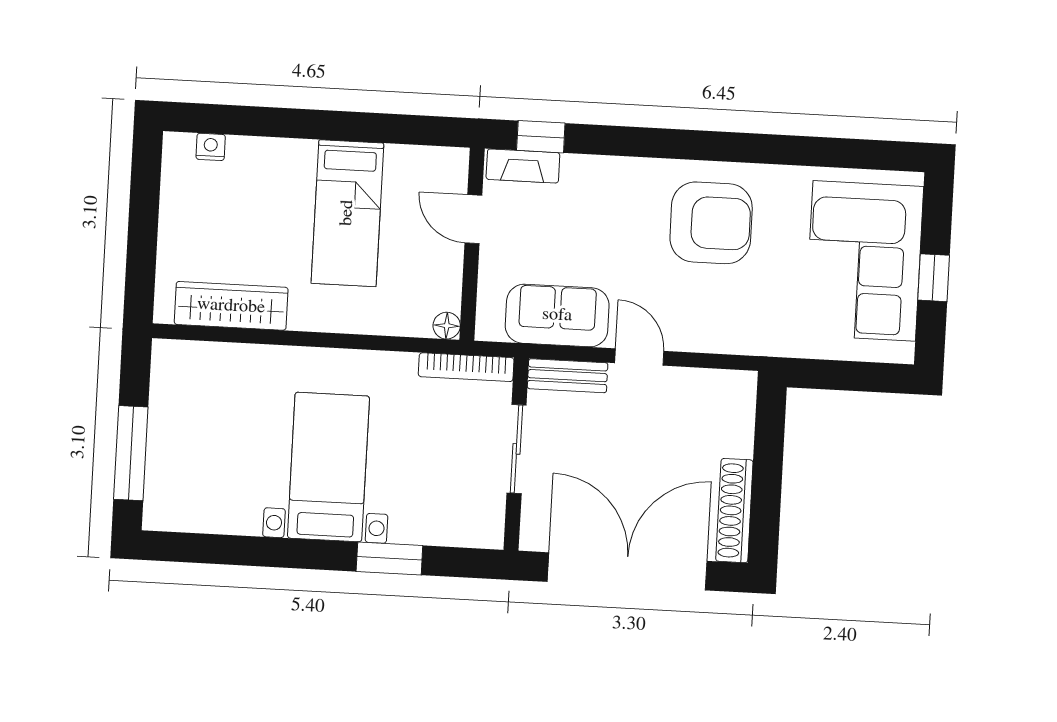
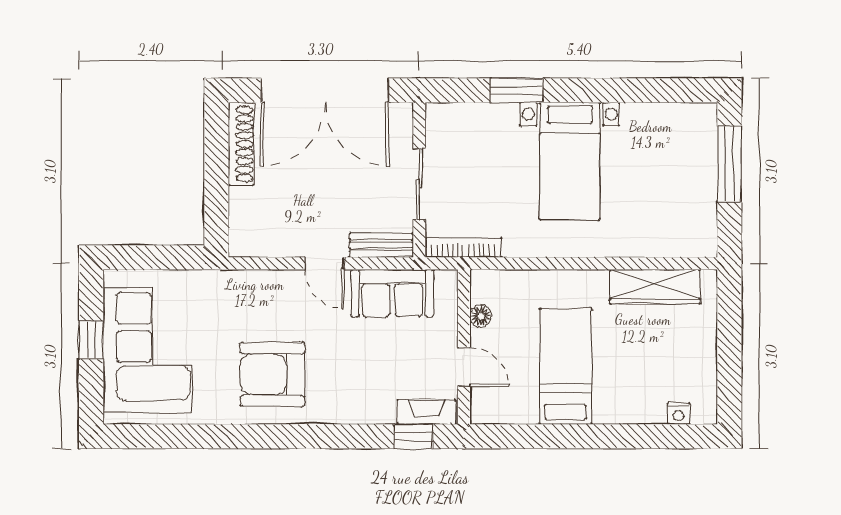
floor lamp: (447, 326) -> (481, 316), moved

